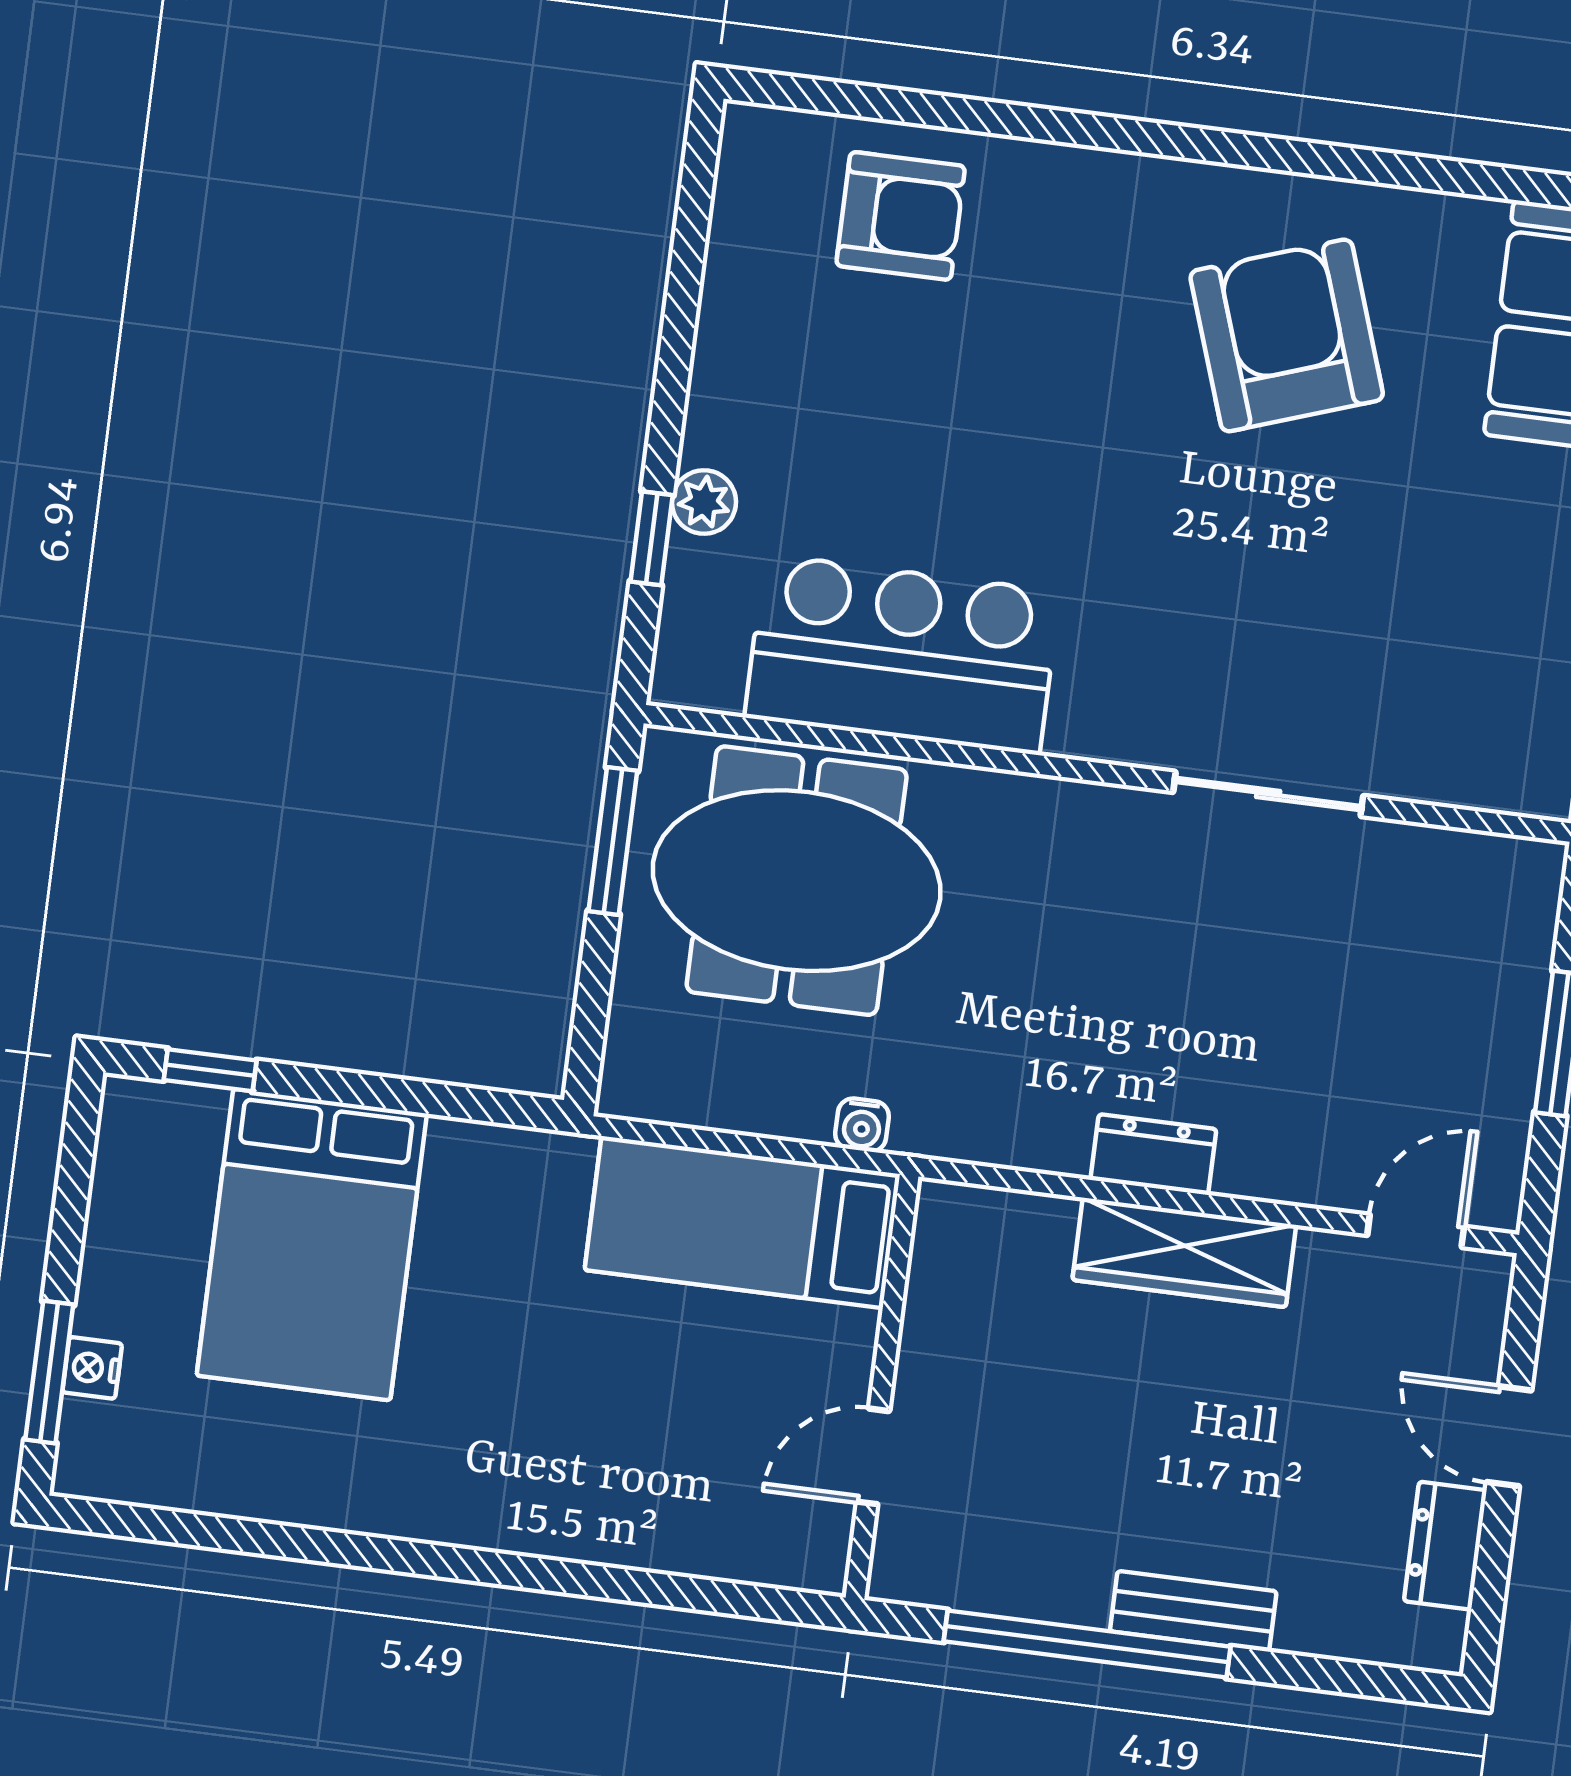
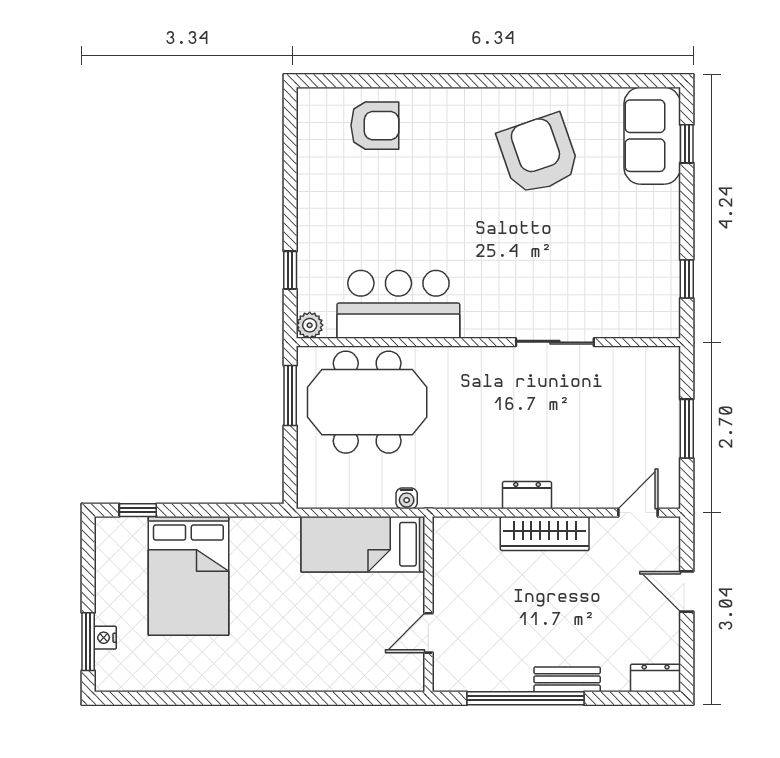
plant: (704, 502) -> (310, 325), moved
dresser: (1445, 1546) -> (656, 678), moved, turned 90

